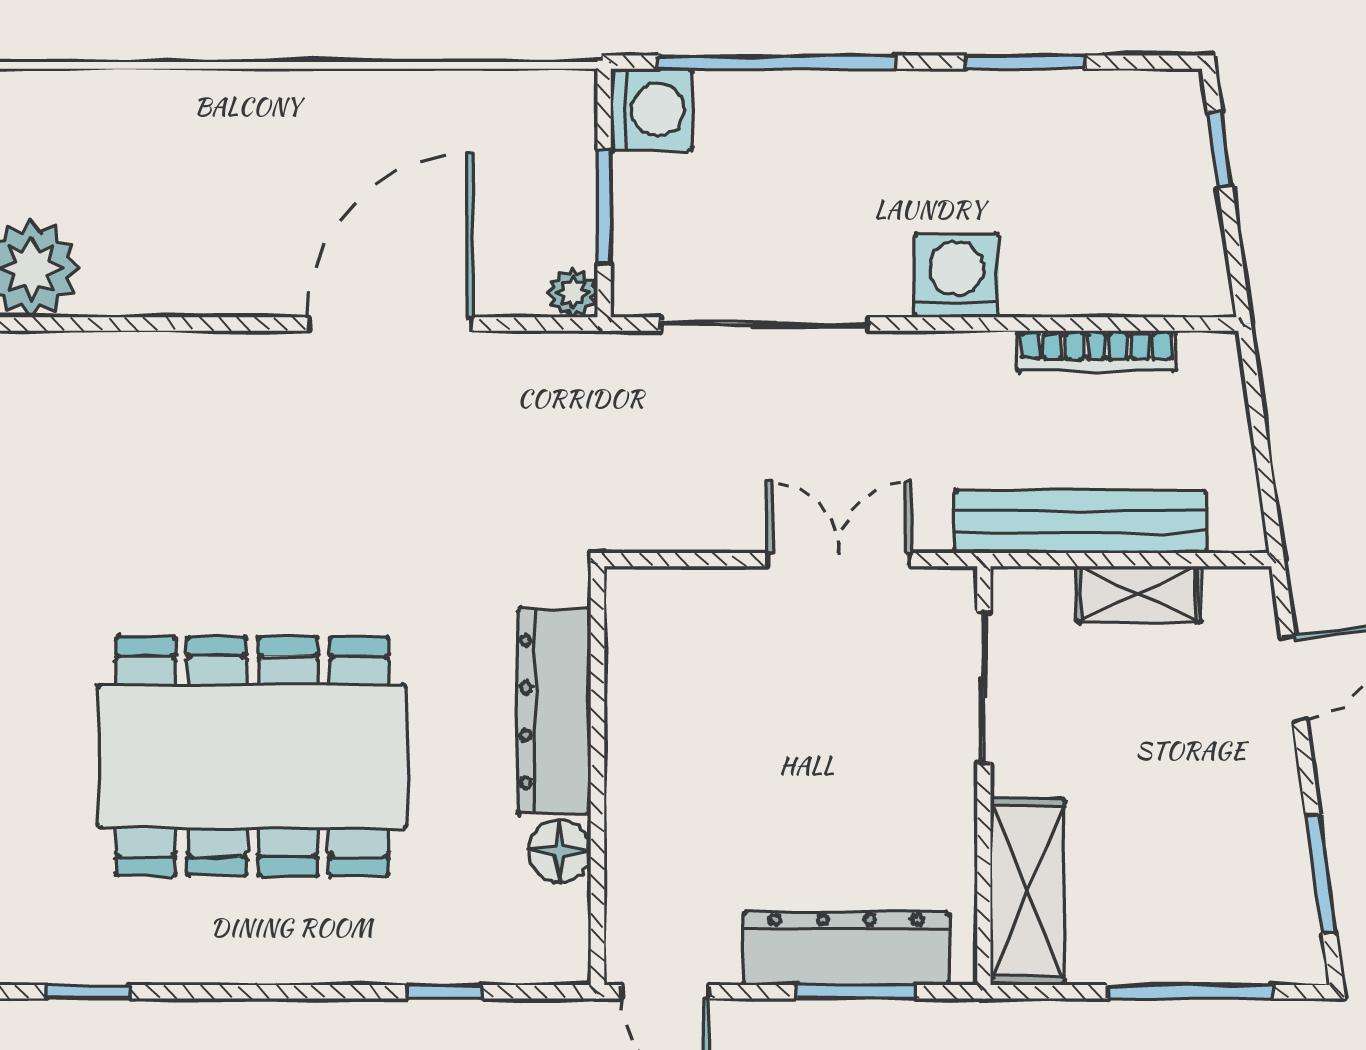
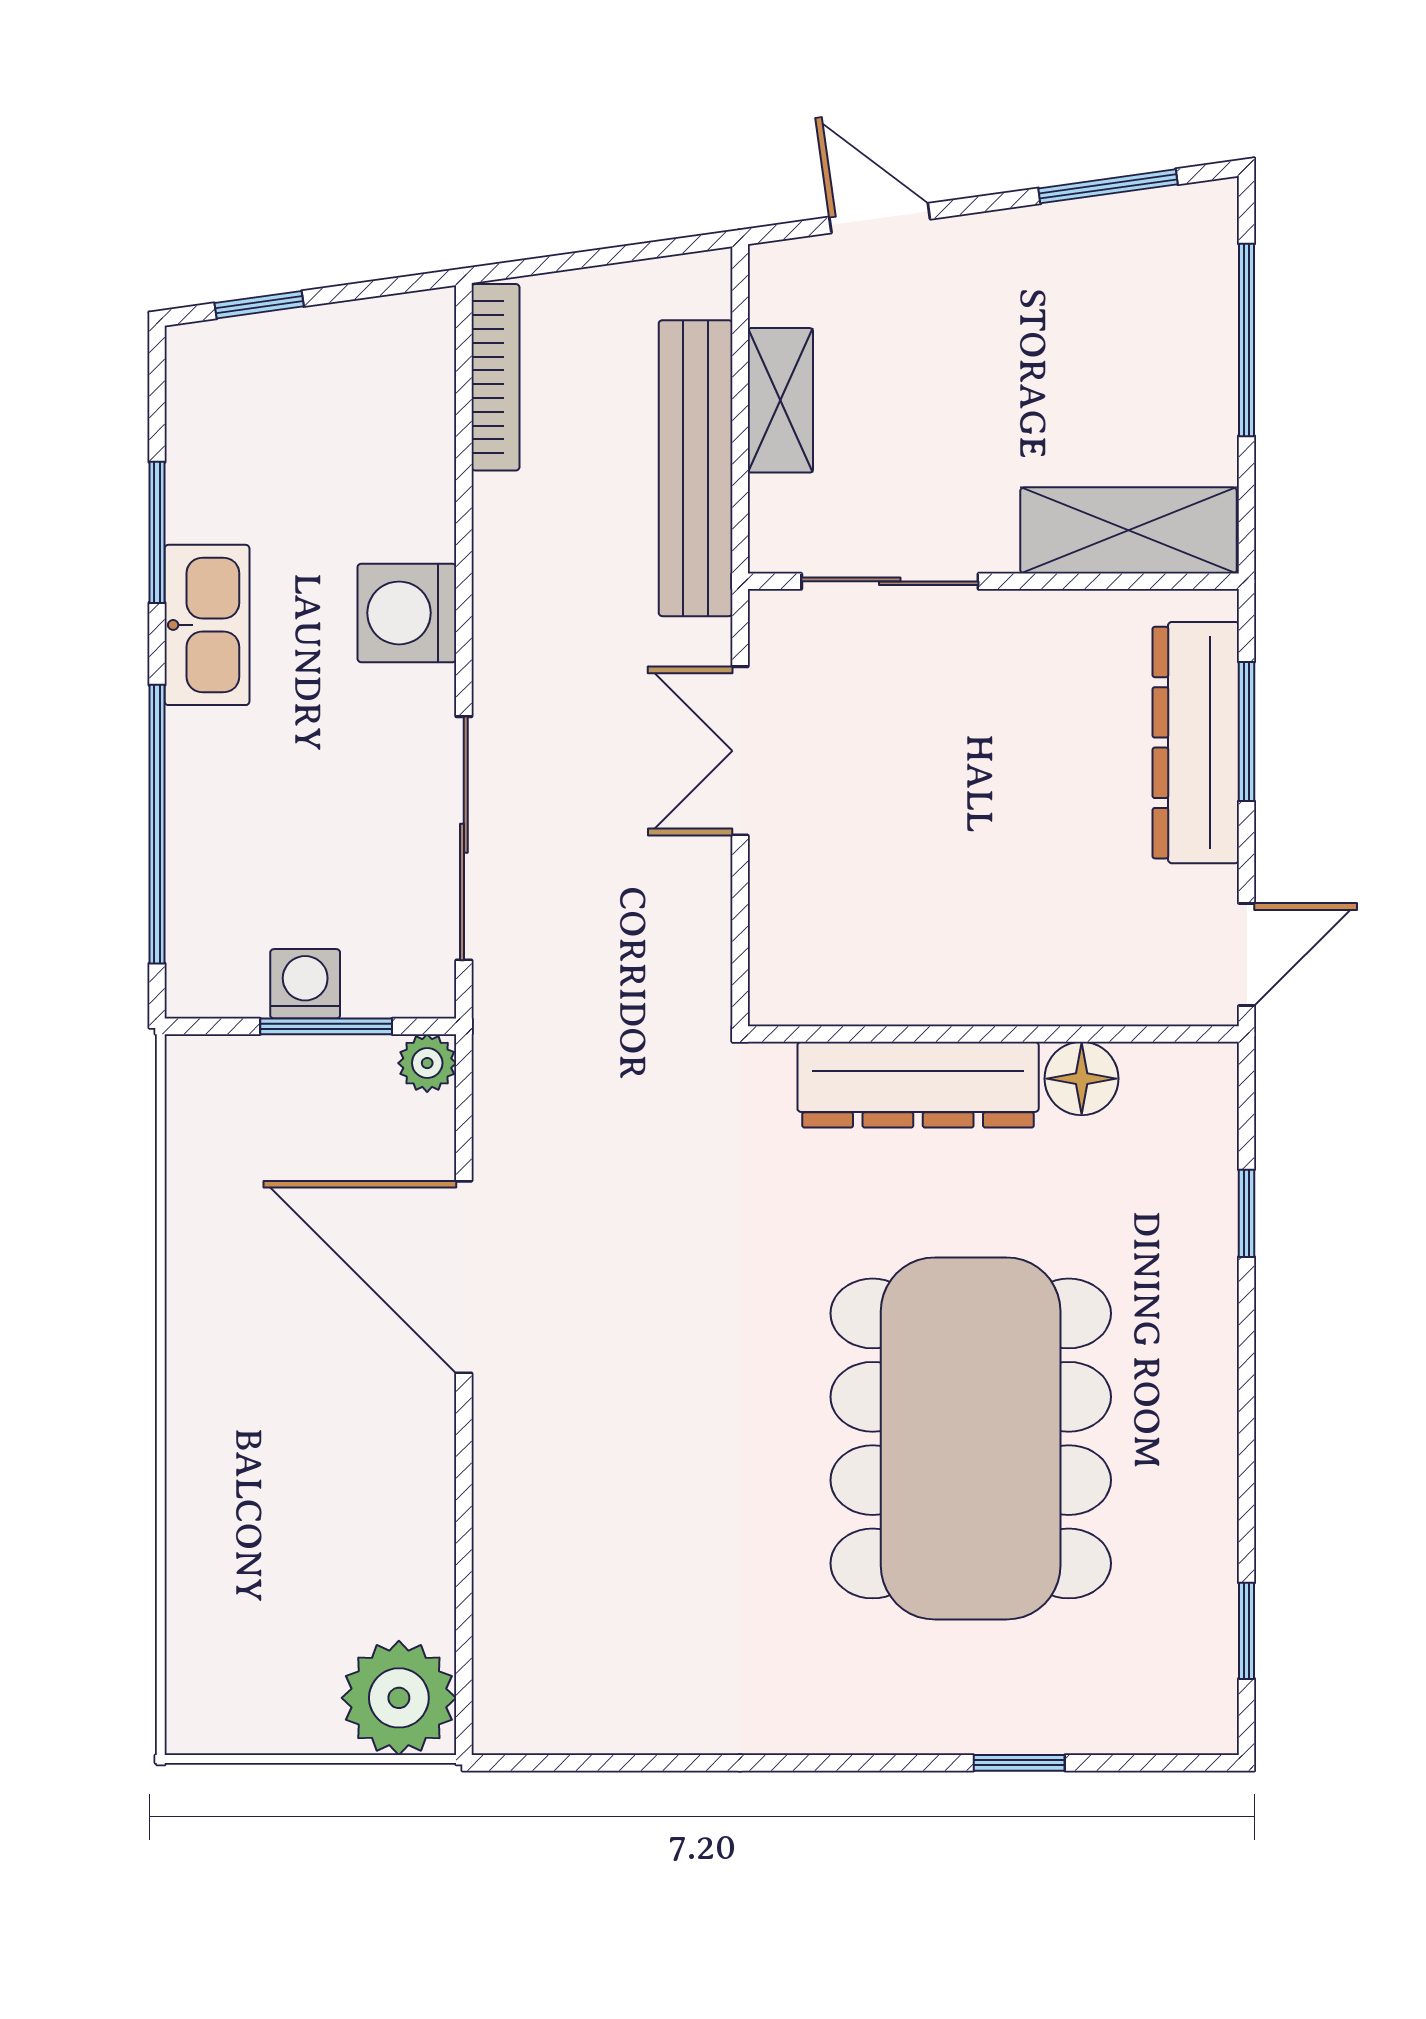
kitchen sink: (947, 105) -> (207, 625), added
washing machine: (652, 110) -> (305, 984), moved, width x0.73, depth x0.73
bookcase: (1096, 351) -> (495, 377), moved

